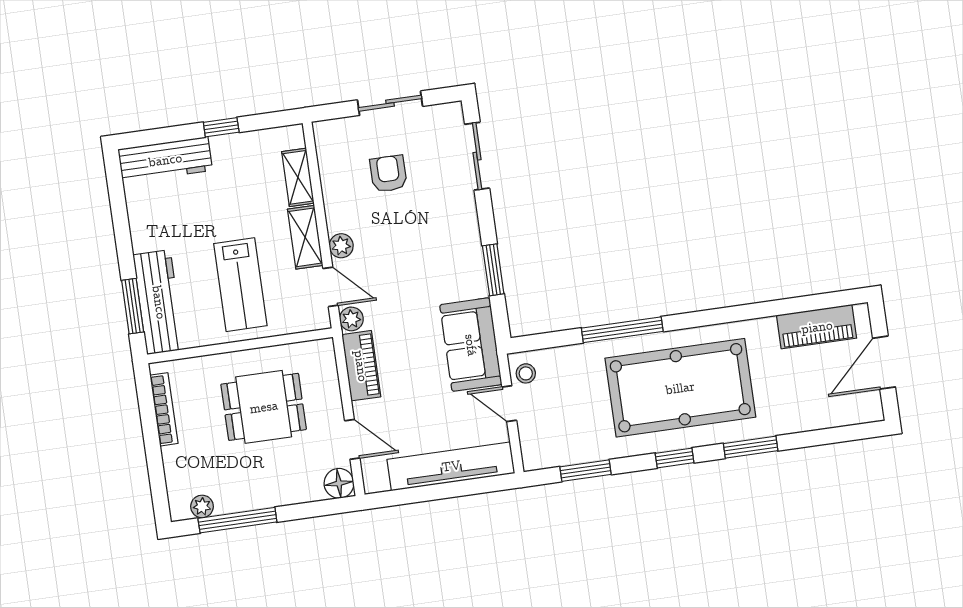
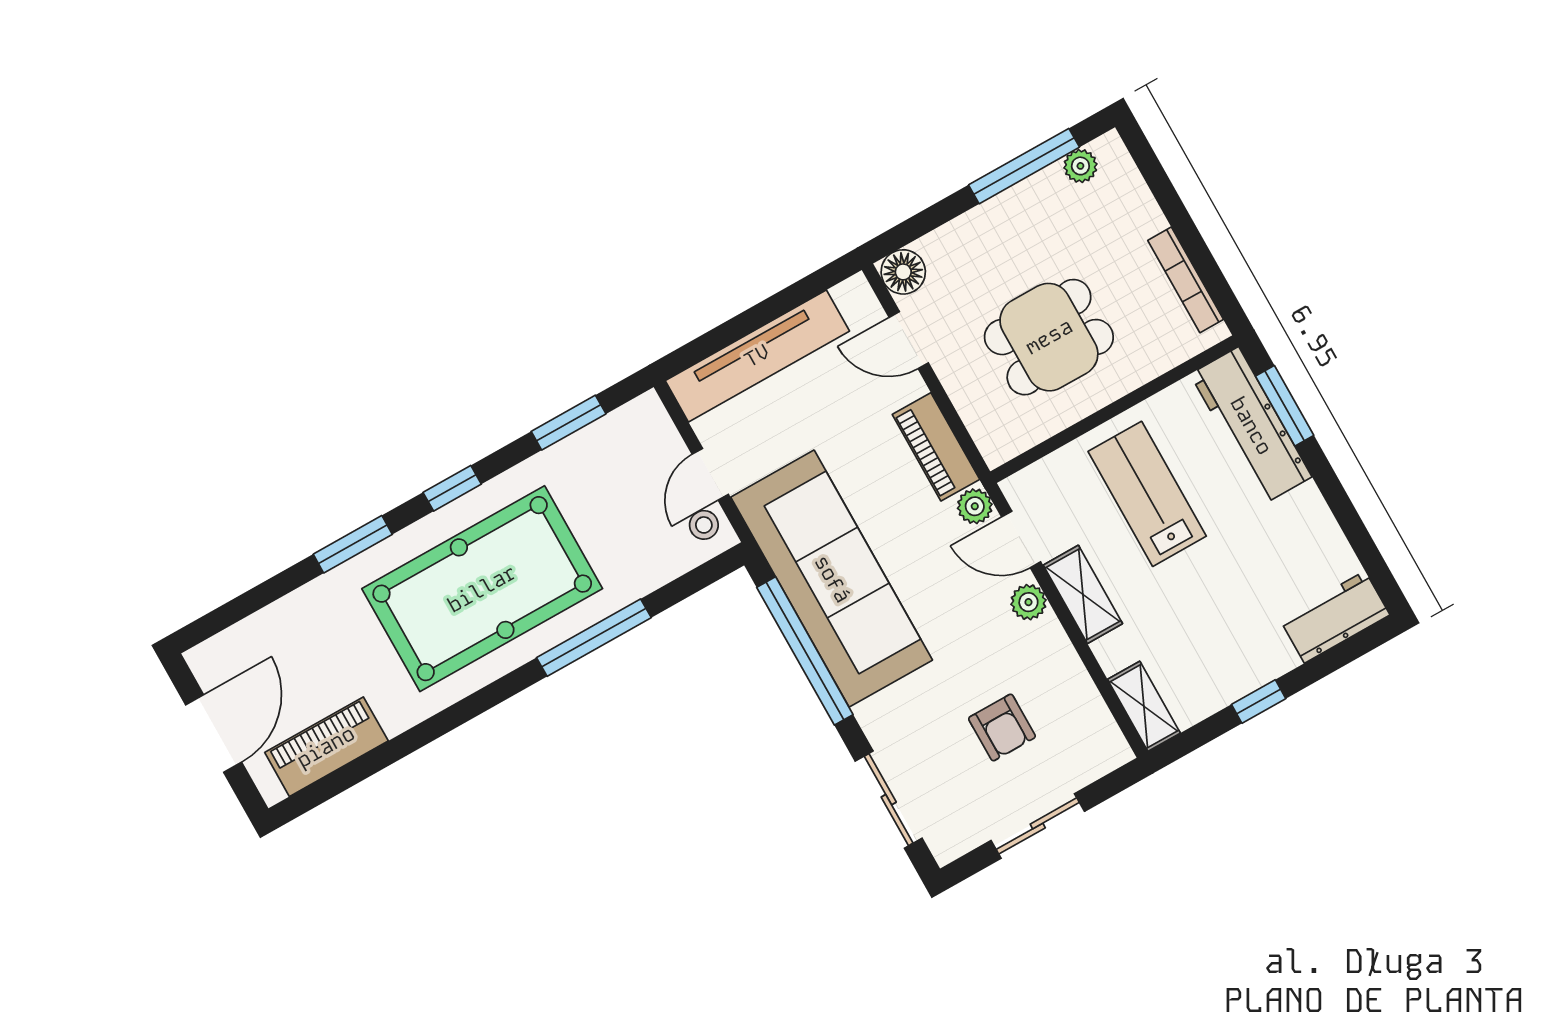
workbench: (165, 160) -> (1335, 617), width x0.73
shelving: (298, 177) -> (1144, 706), moved
window: (493, 270) -> (805, 651), width x2.11
sofa: (471, 345) -> (832, 579), width x1.85, depth x1.27
door: (509, 404) -> (710, 474), swing flipped

